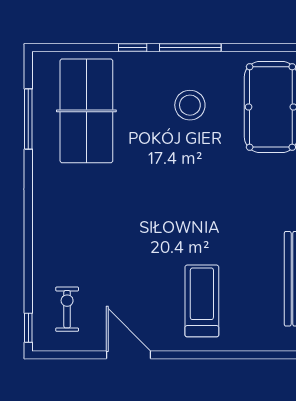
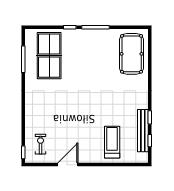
stool: (190, 105) -> (95, 53), removed
treadmill: (202, 301) -> (112, 142), moved
door: (129, 355) -> (68, 165), hinge flipped

